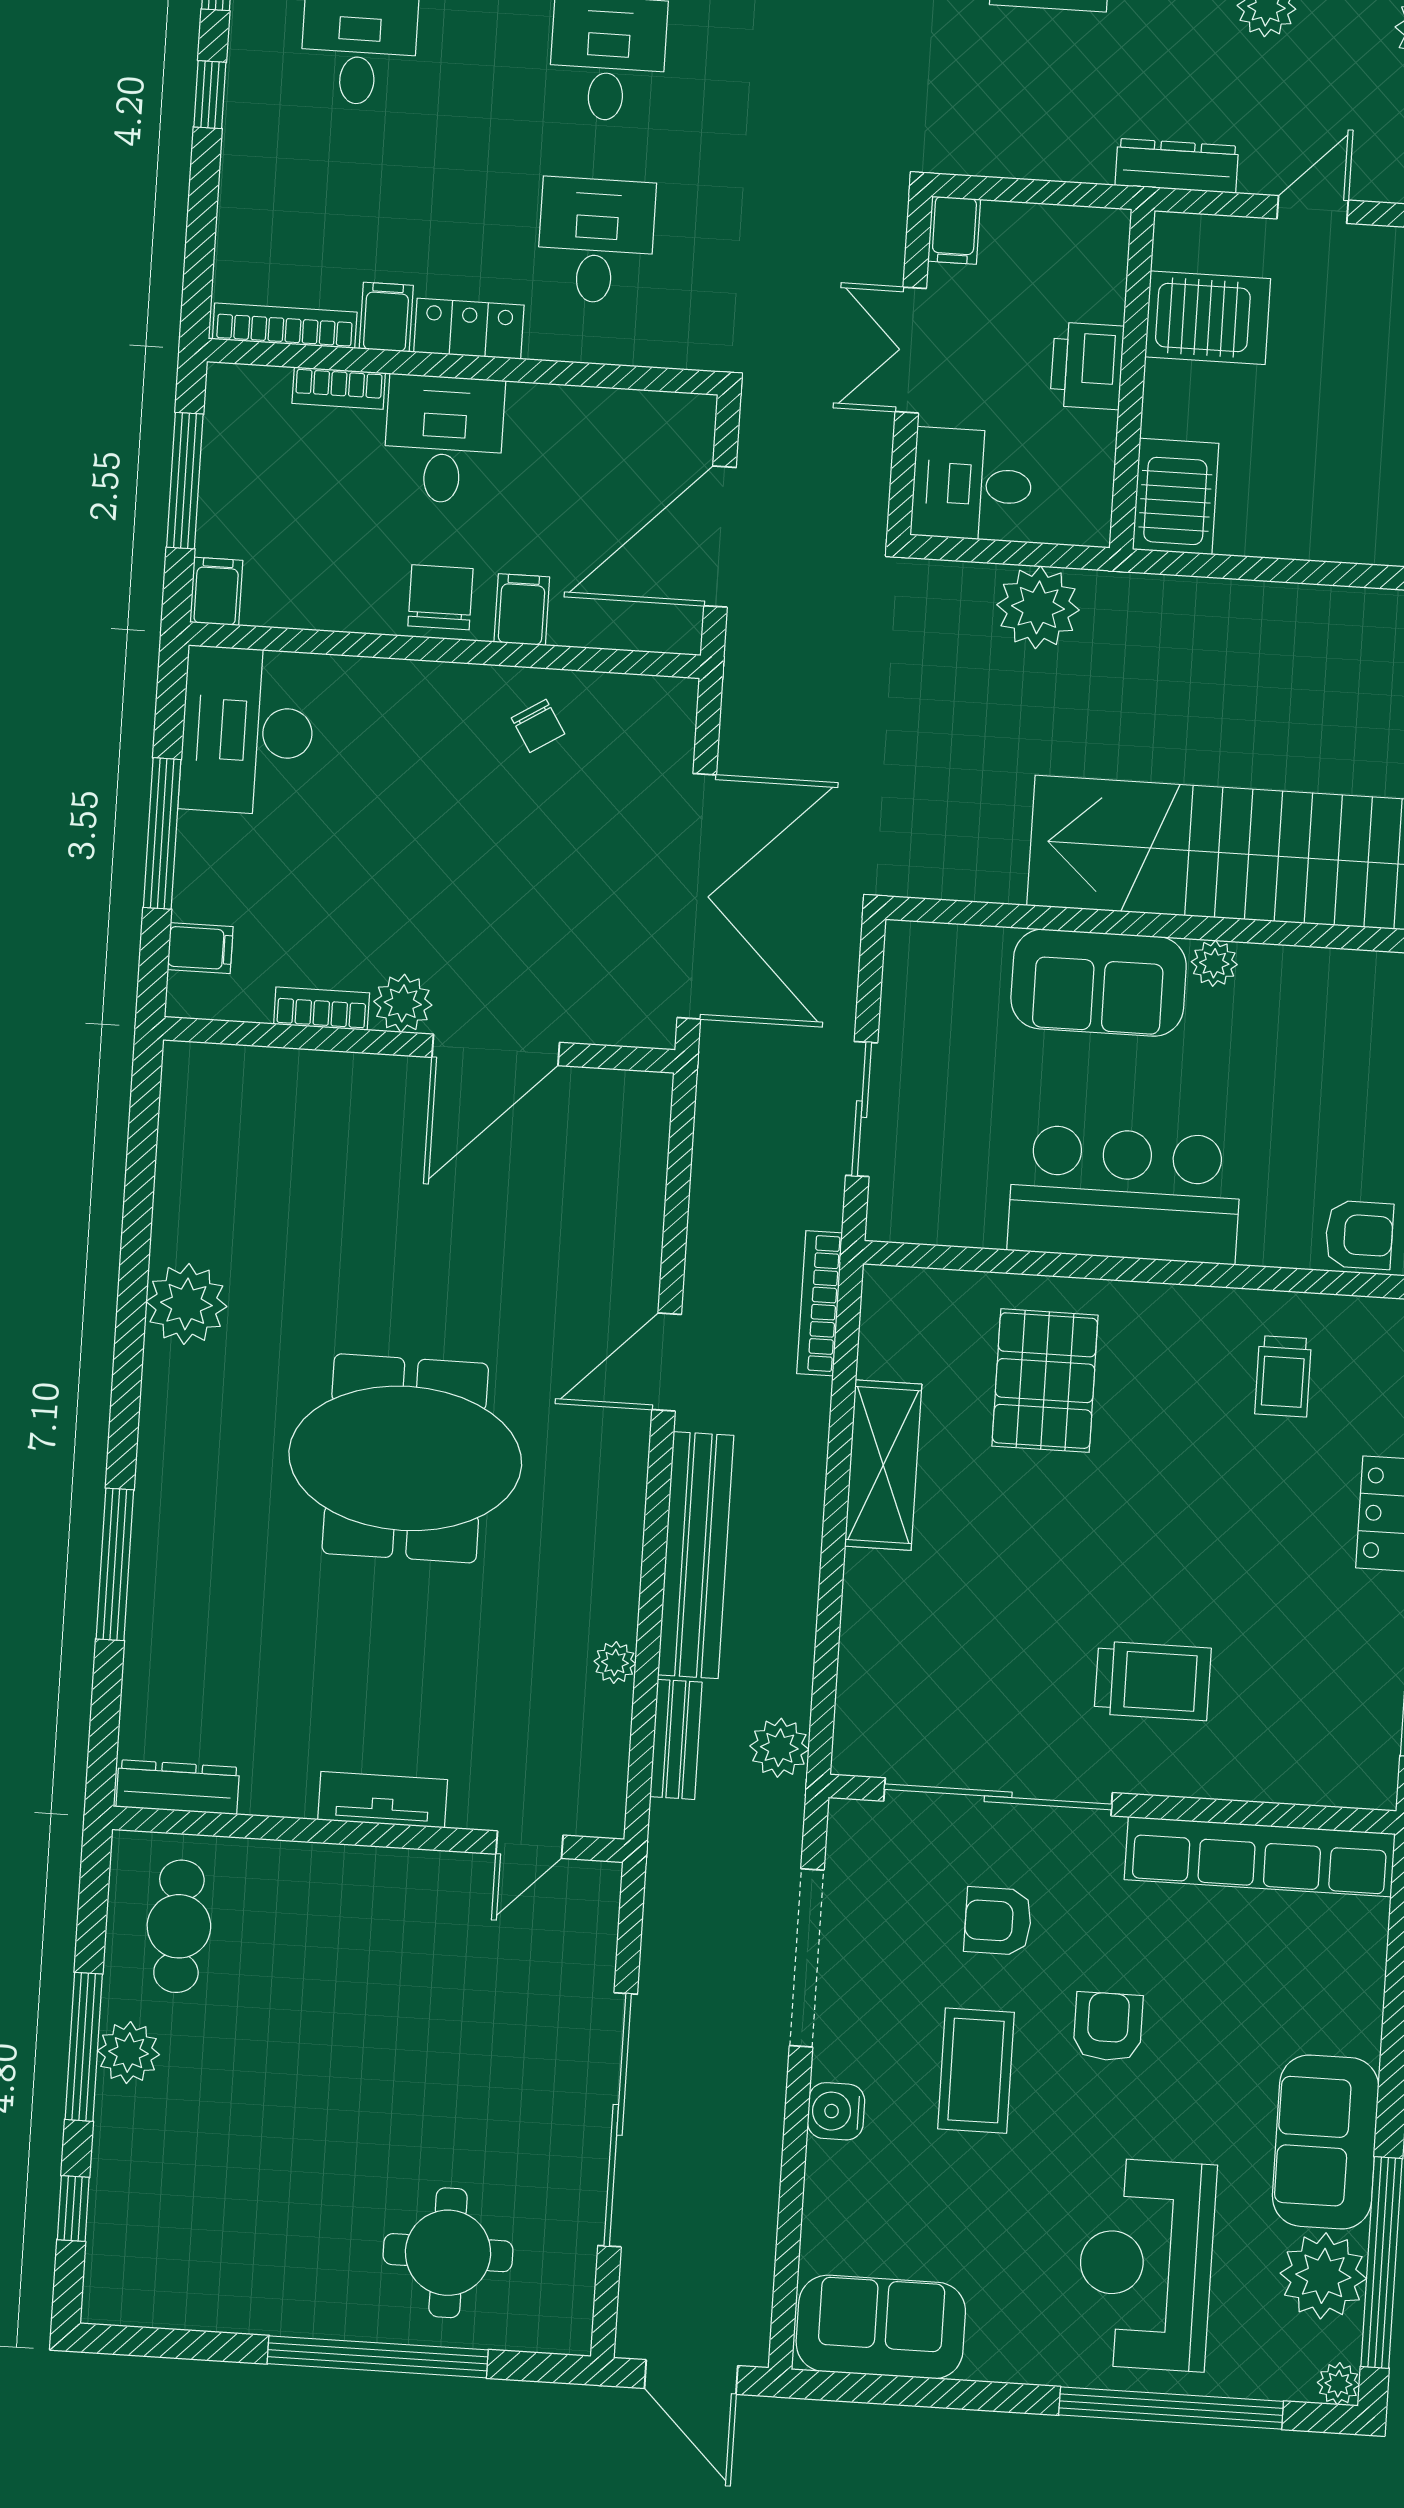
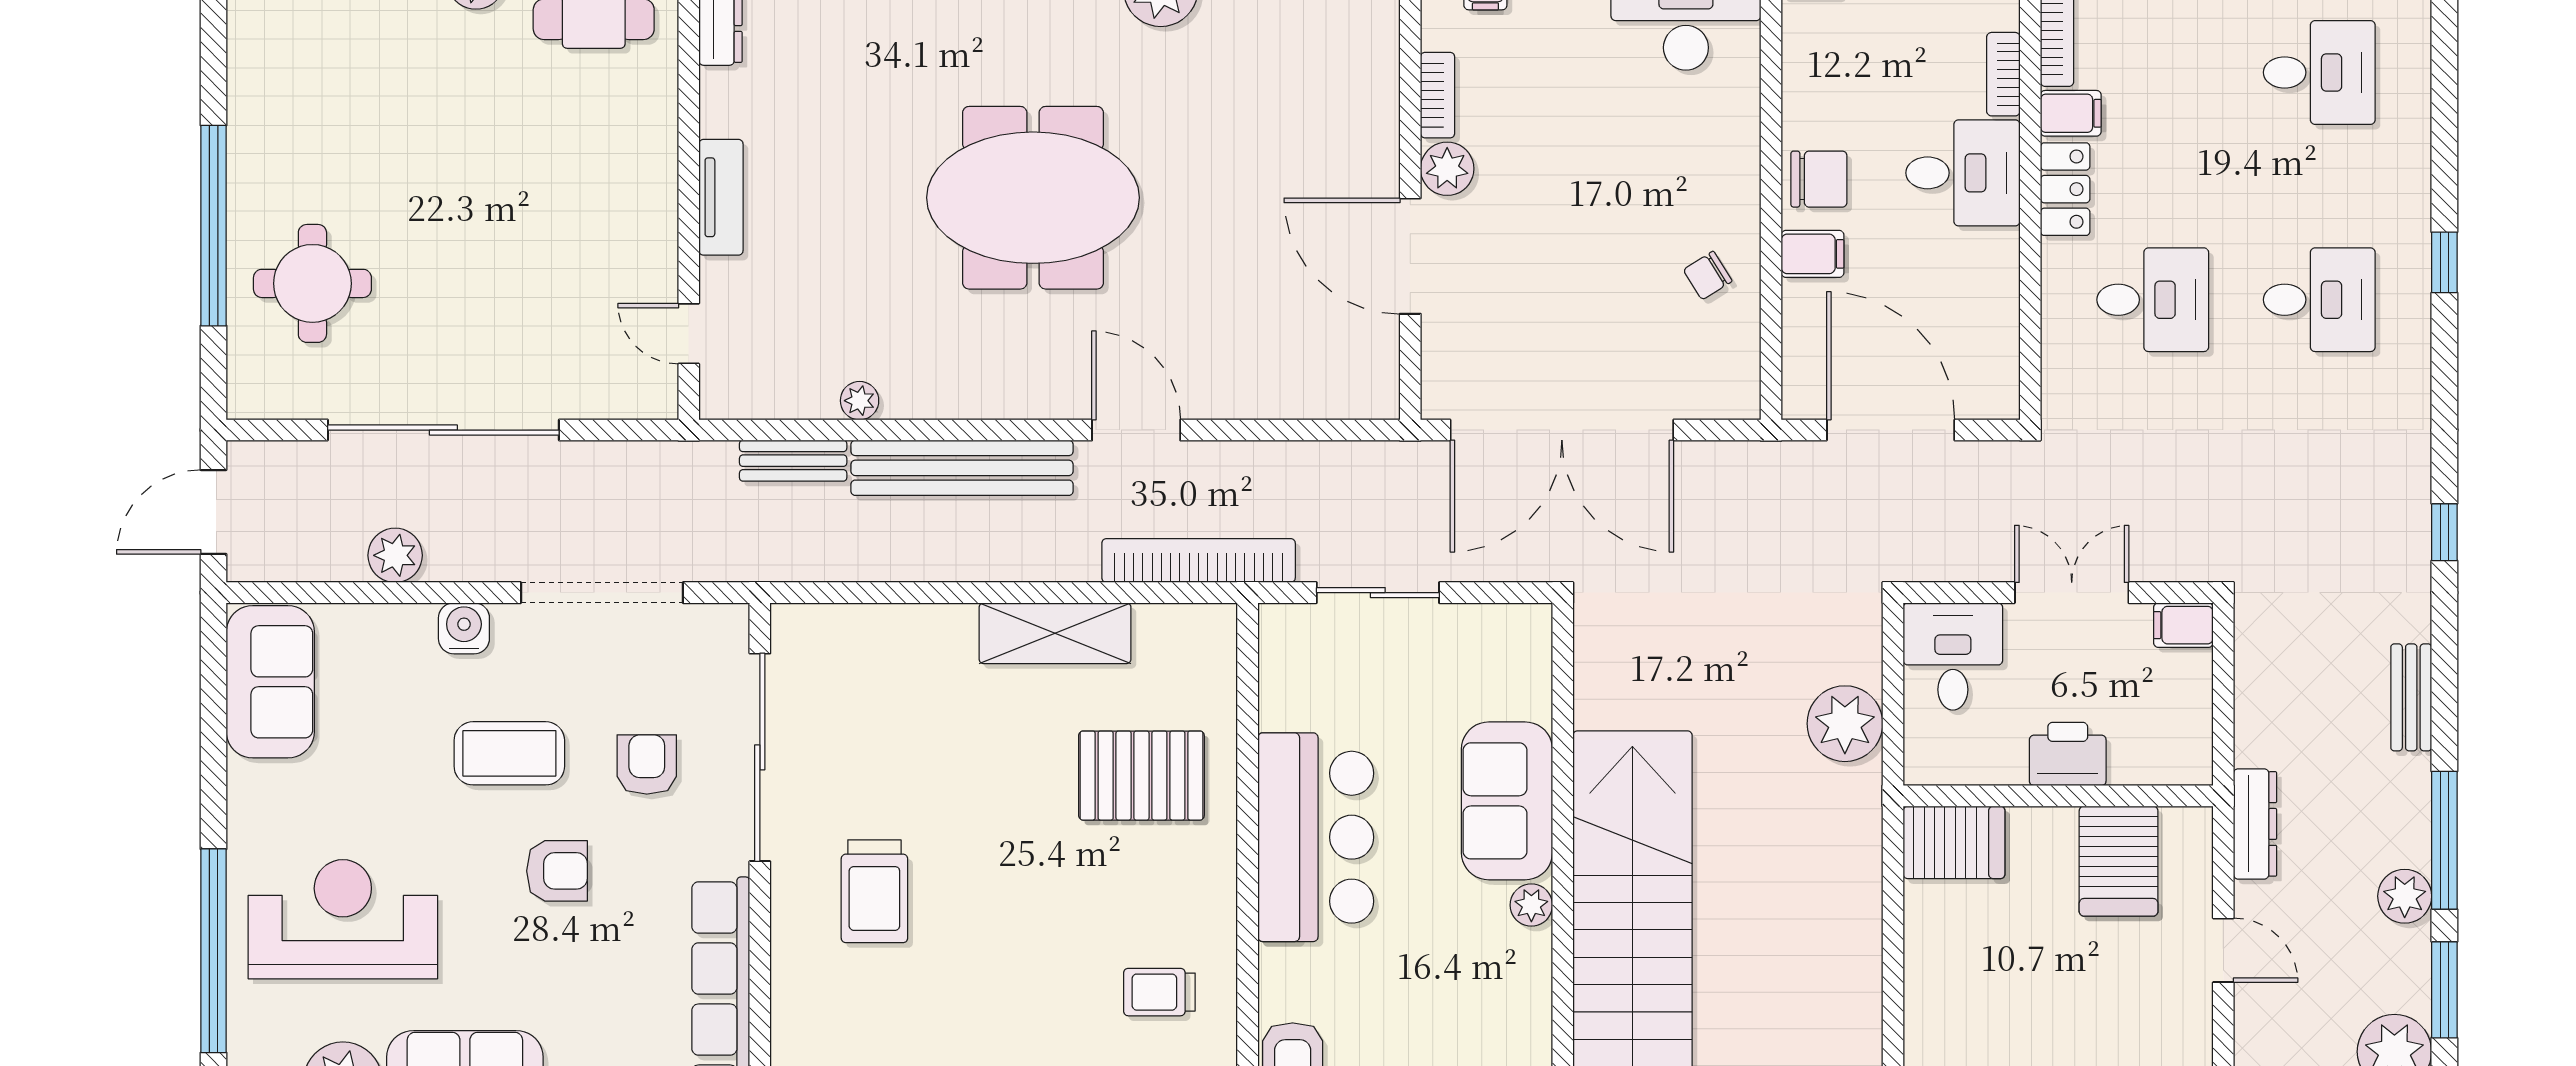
bookcase: (820, 1303) -> (1199, 560), width x1.48, depth x1.31
meeting table: (405, 1458) -> (1033, 198), turned 90
plant: (779, 1748) -> (395, 555), moved

